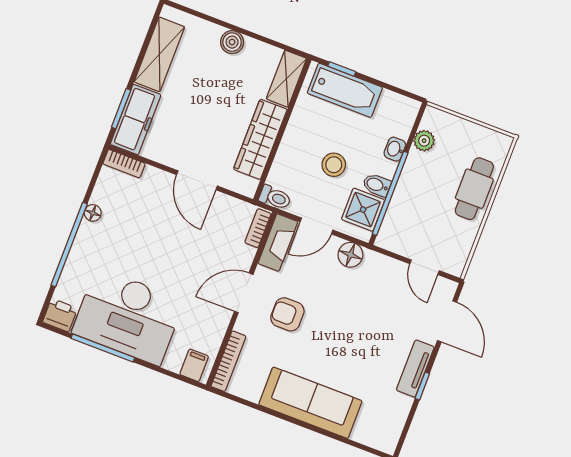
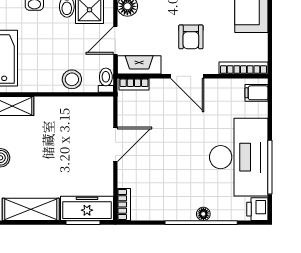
wardrobe: (260, 139) -> (66, 108), removed
stool: (334, 165) -> (72, 79), moved
floor lamp: (93, 213) -> (203, 214), moved
door: (317, 226) -> (115, 40), swing flipped

